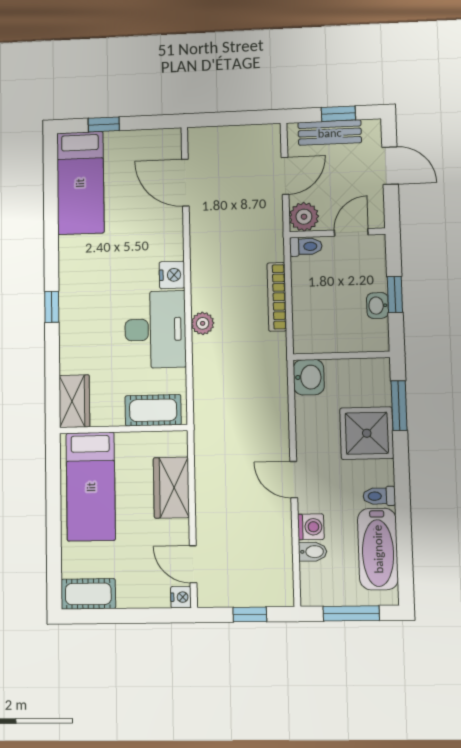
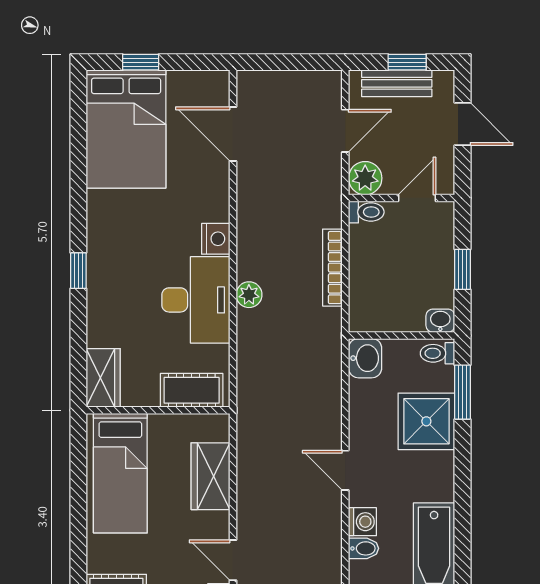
bed: (80, 183) -> (126, 129), width x1.50
washbasin: (378, 305) -> (440, 321), moved, turned 90
toilet: (379, 496) -> (437, 353), moved

